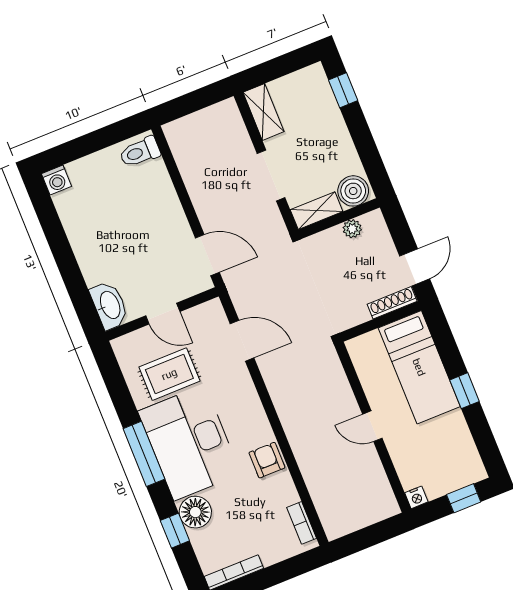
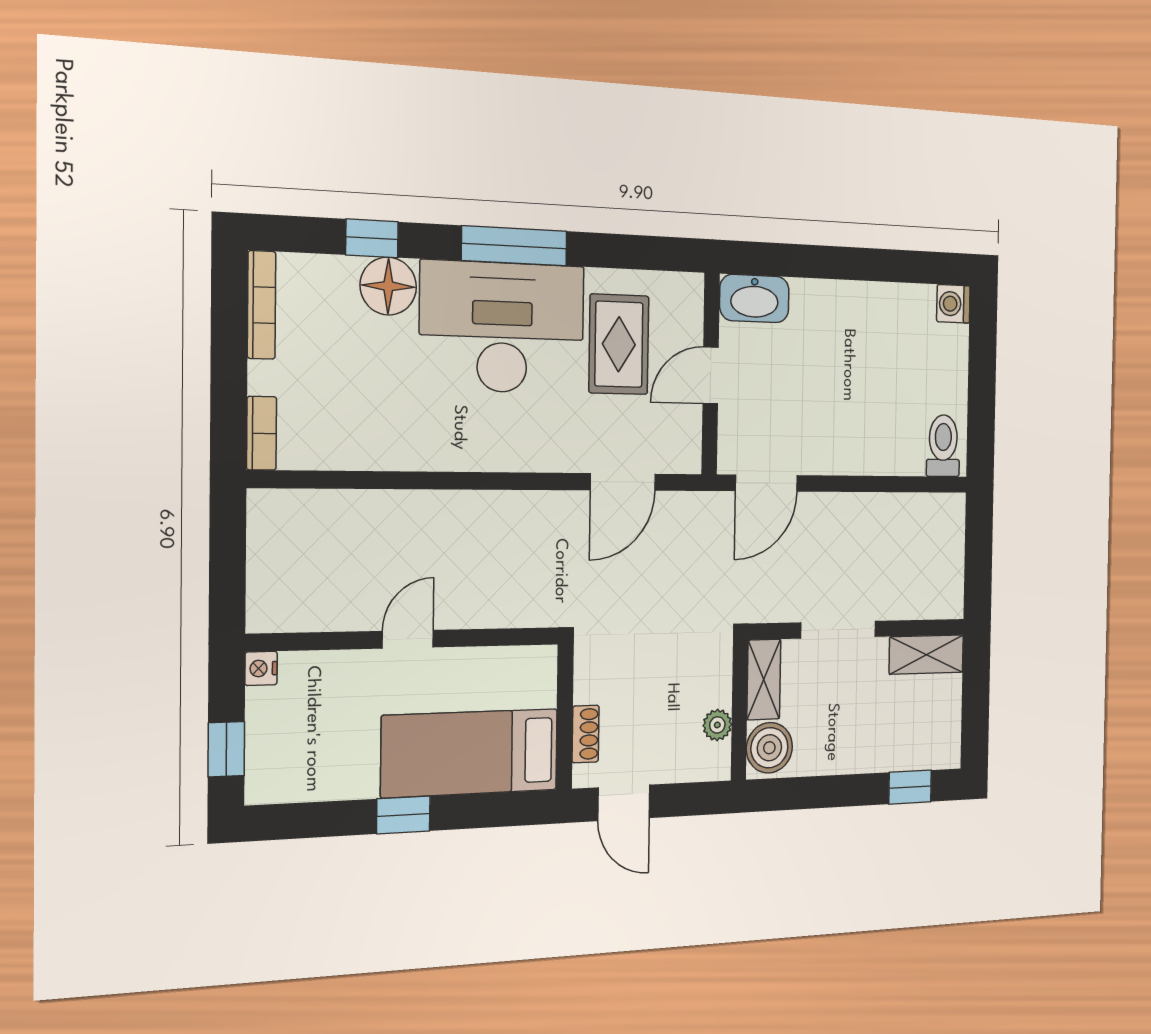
shoe rack: (392, 303) -> (586, 734), width x0.70
armchair: (267, 460) -> (424, 442), removed
bookcase: (302, 523) -> (262, 433), moved, turned 90

